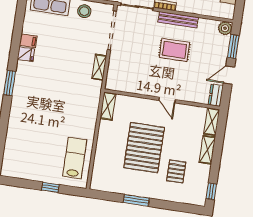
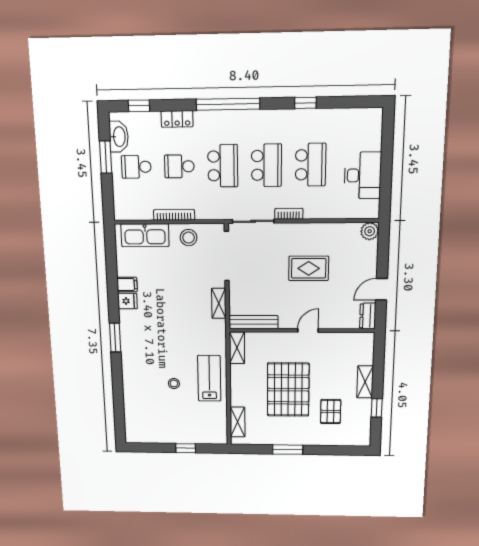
bench: (178, 20) -> (253, 322), moved
window: (233, 47) -> (383, 253), removed
door: (167, 100) -> (308, 330), swing flipped
shelving: (212, 122) -> (238, 422), moved
stool: (51, 129) -> (174, 383), added
lab bench: (75, 158) -> (209, 378), moved
window: (211, 191) -> (377, 408), moved

